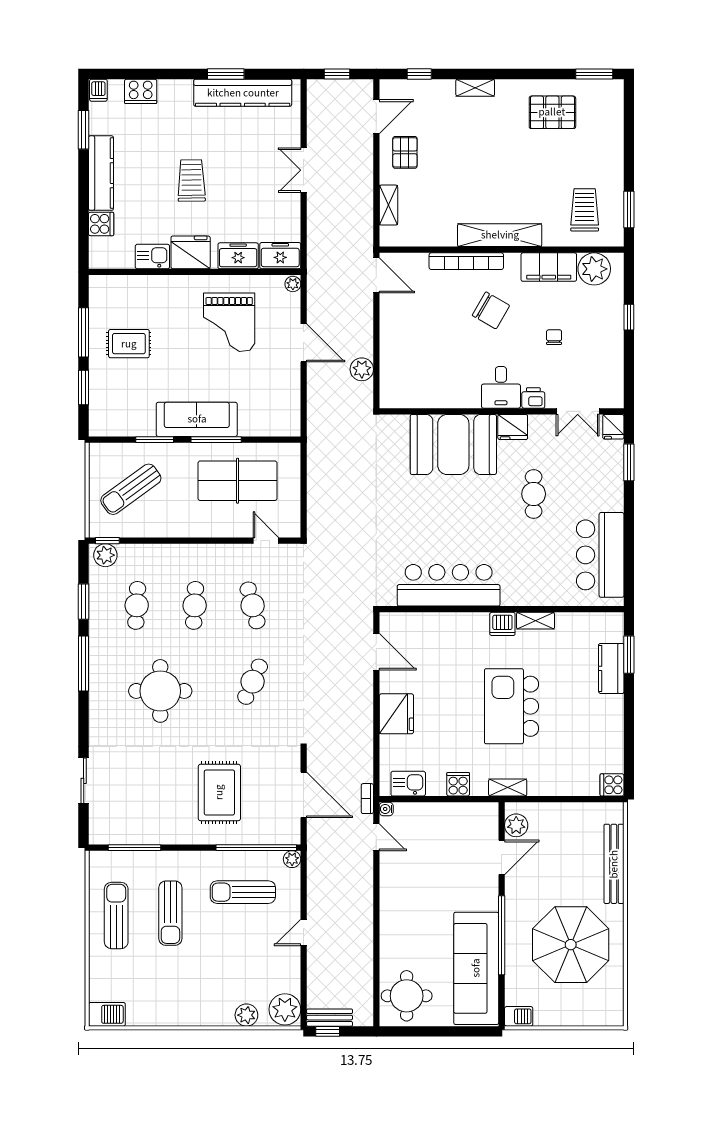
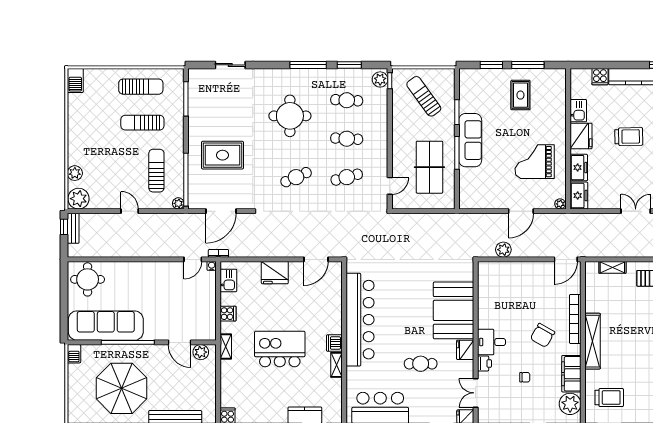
bar counter: (449, 585) -> (360, 320), width x1.36
cafe table: (253, 682) -> (296, 177), turned -48

